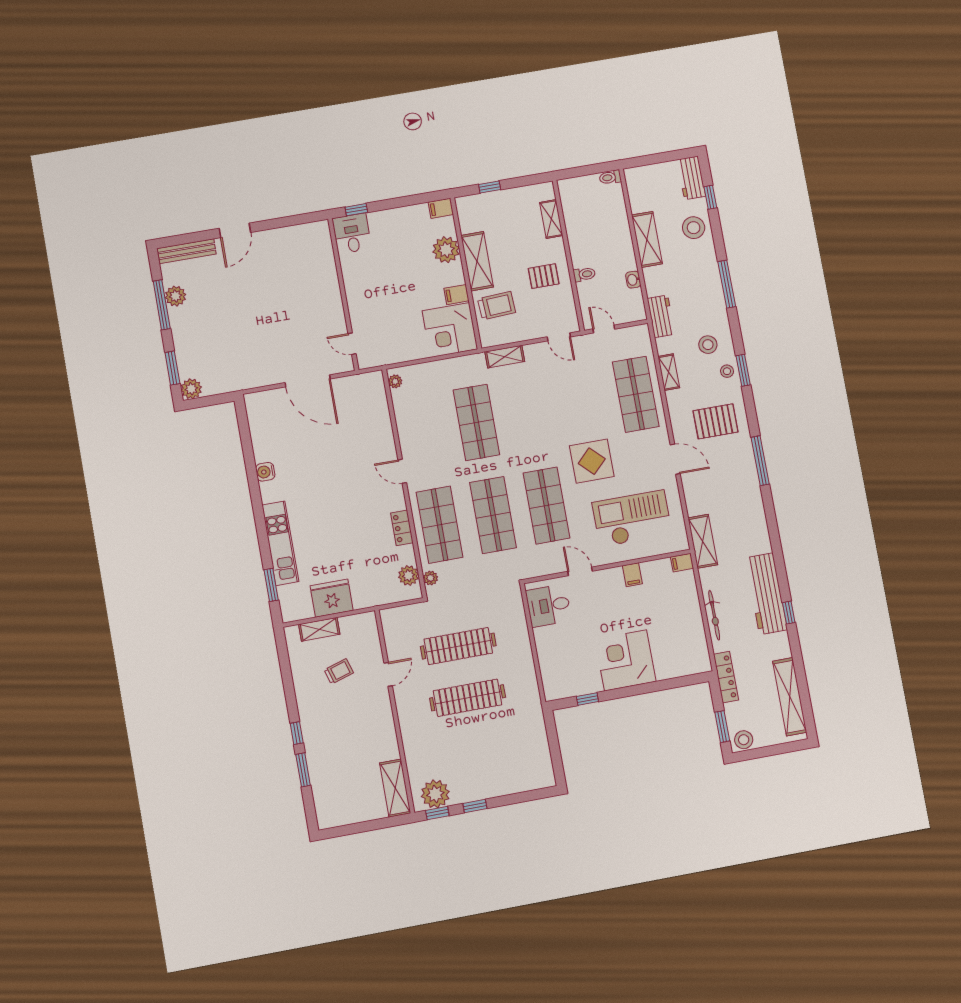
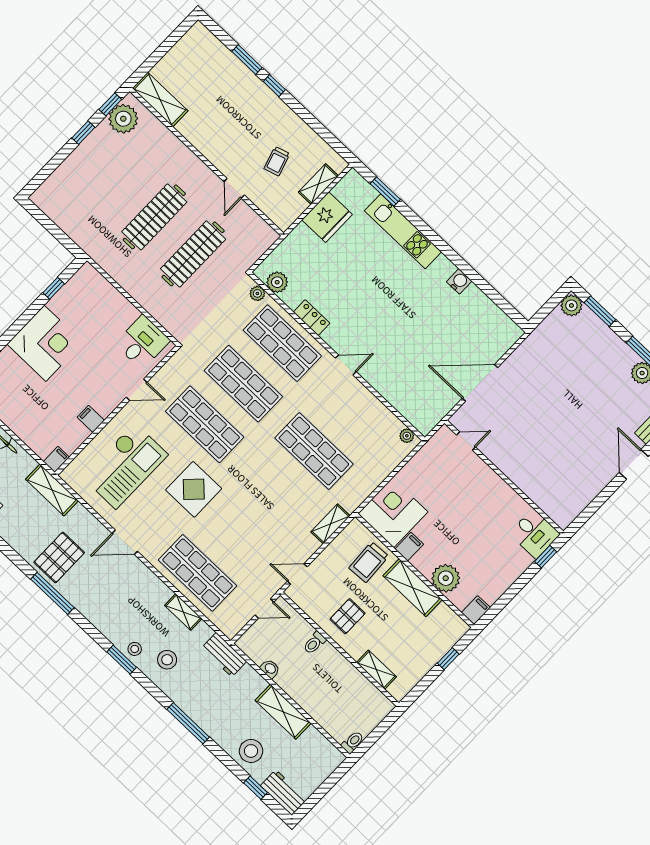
pallet: (716, 421) -> (59, 557), moved

